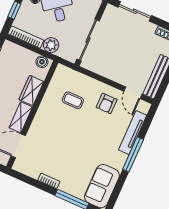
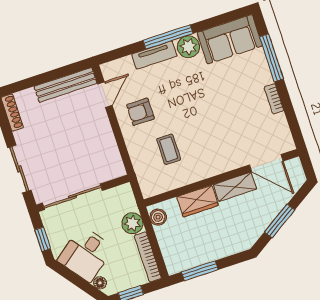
sliding door: (88, 40) -> (72, 197), moved
armchair: (107, 103) -> (140, 112), turned 180
tv unit: (133, 133) -> (154, 55), width x0.71
plant: (118, 160) -> (188, 47), added

